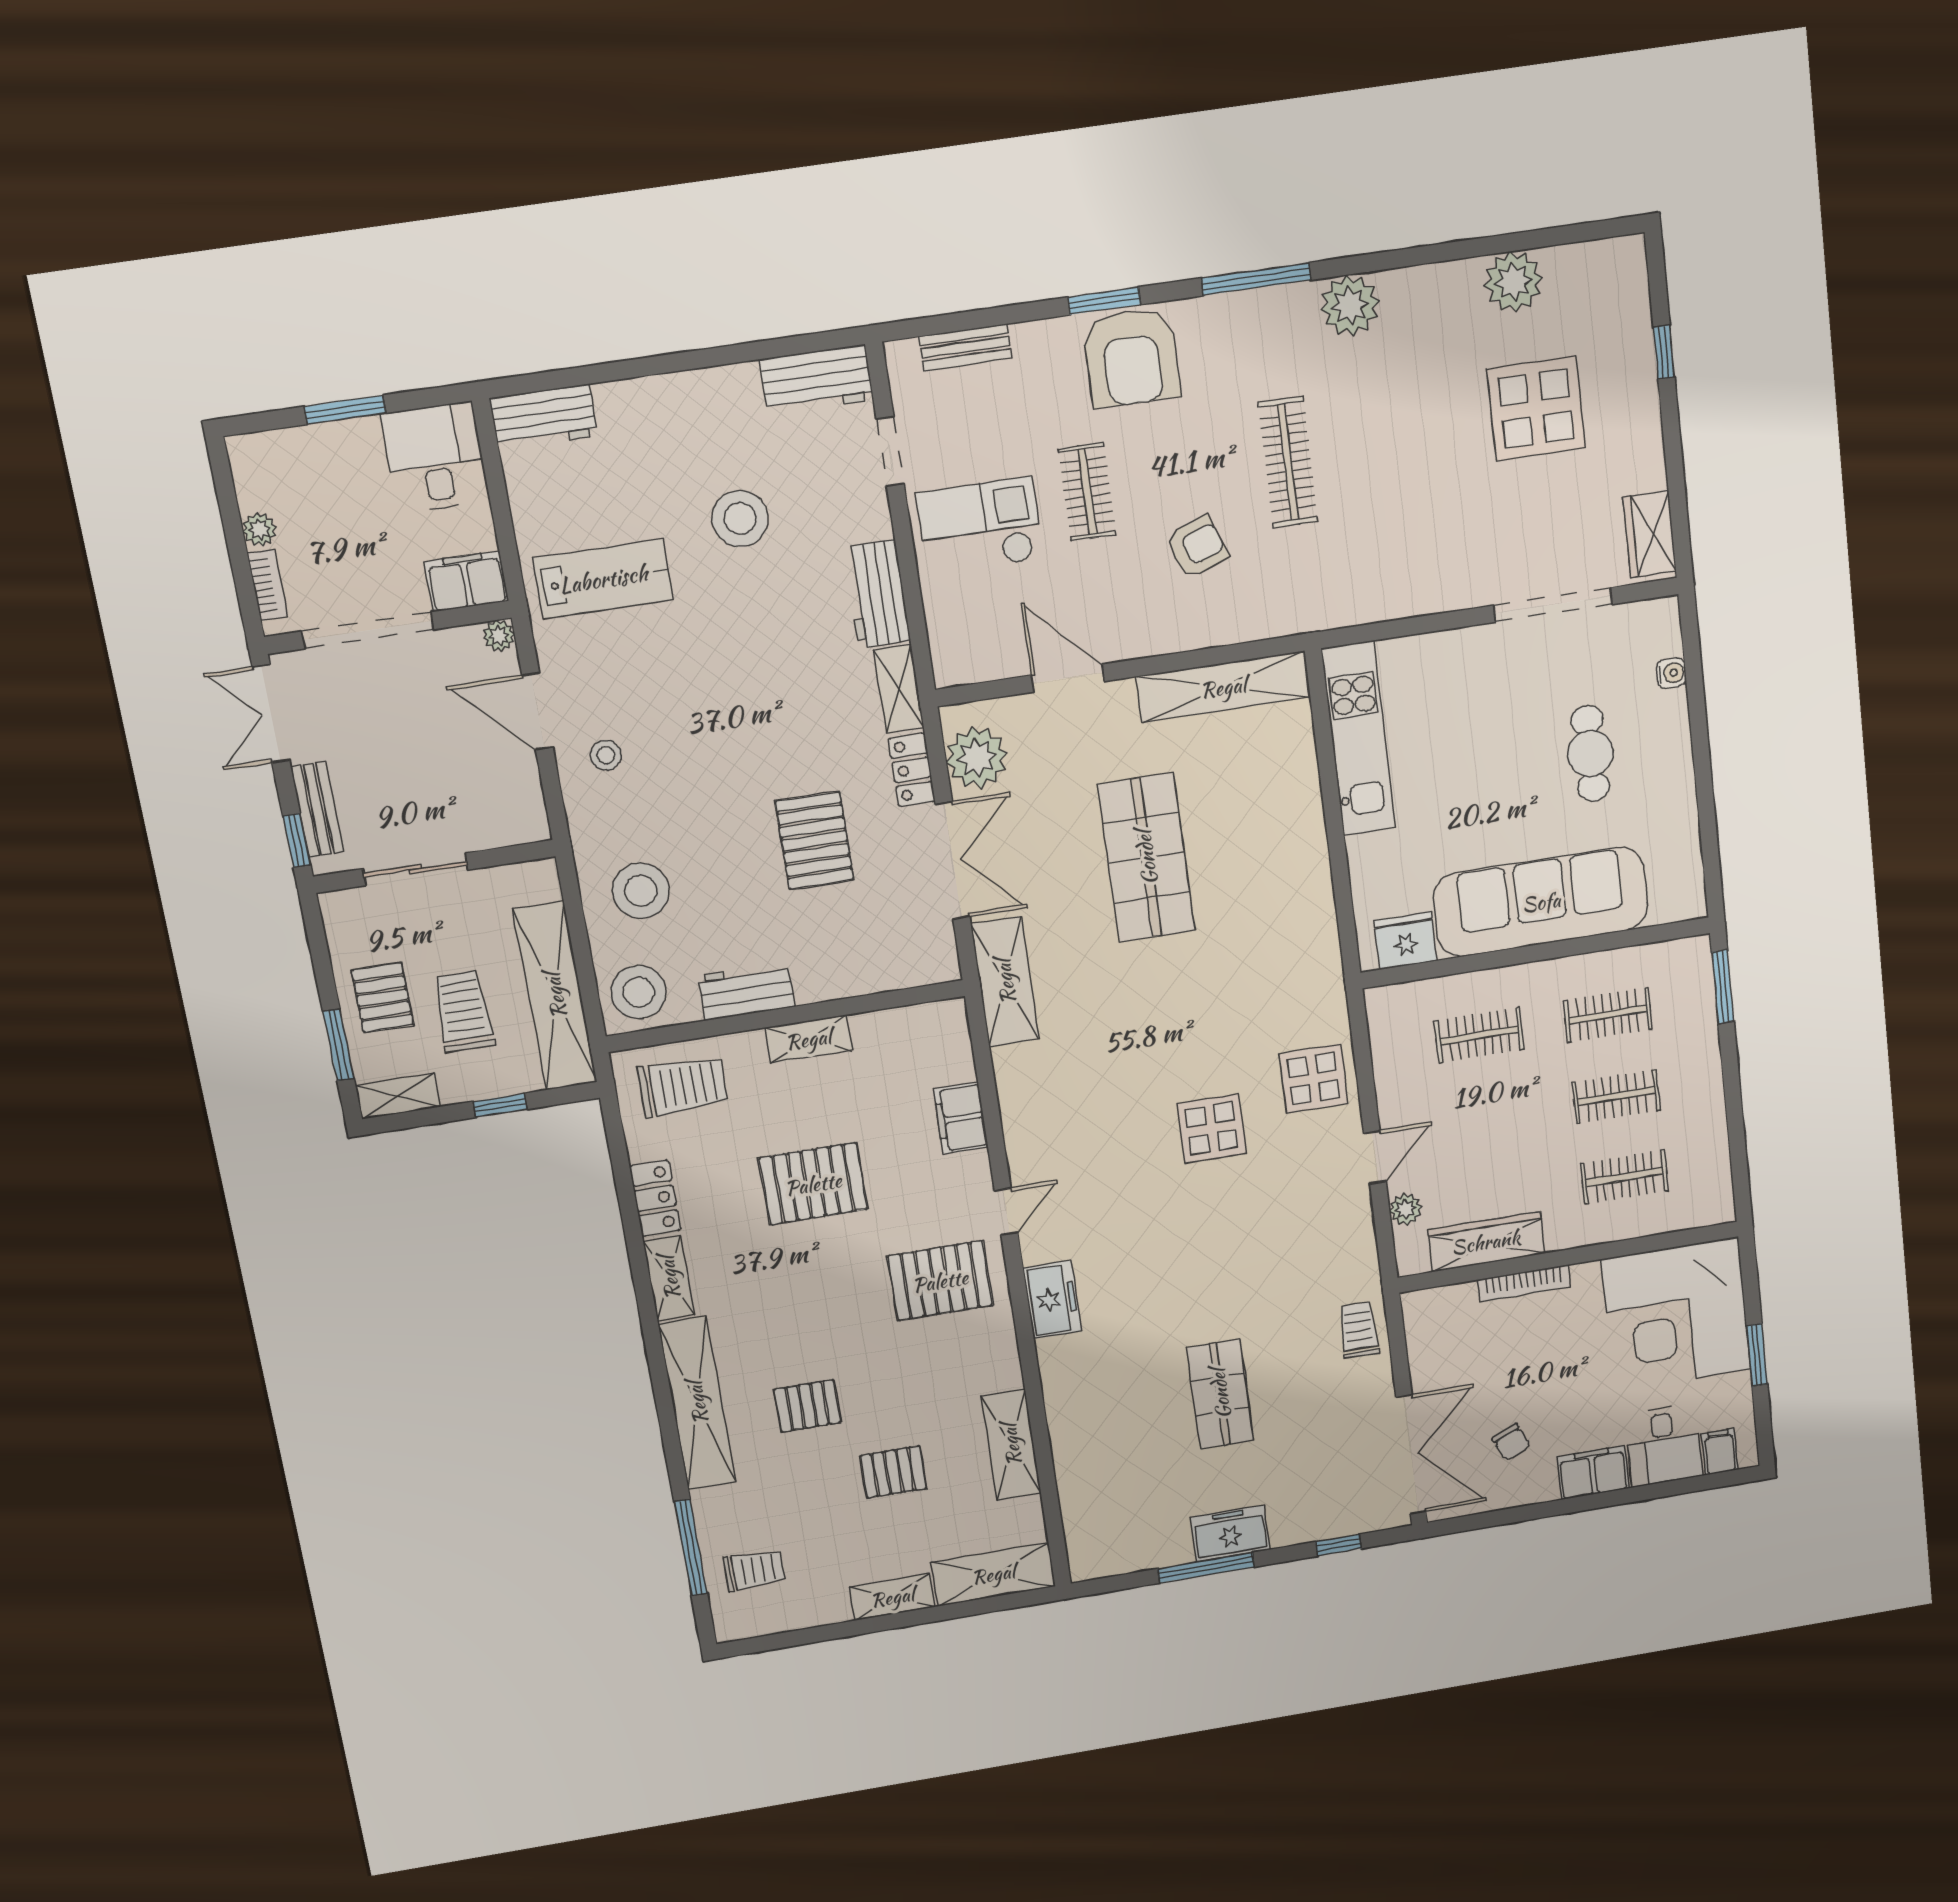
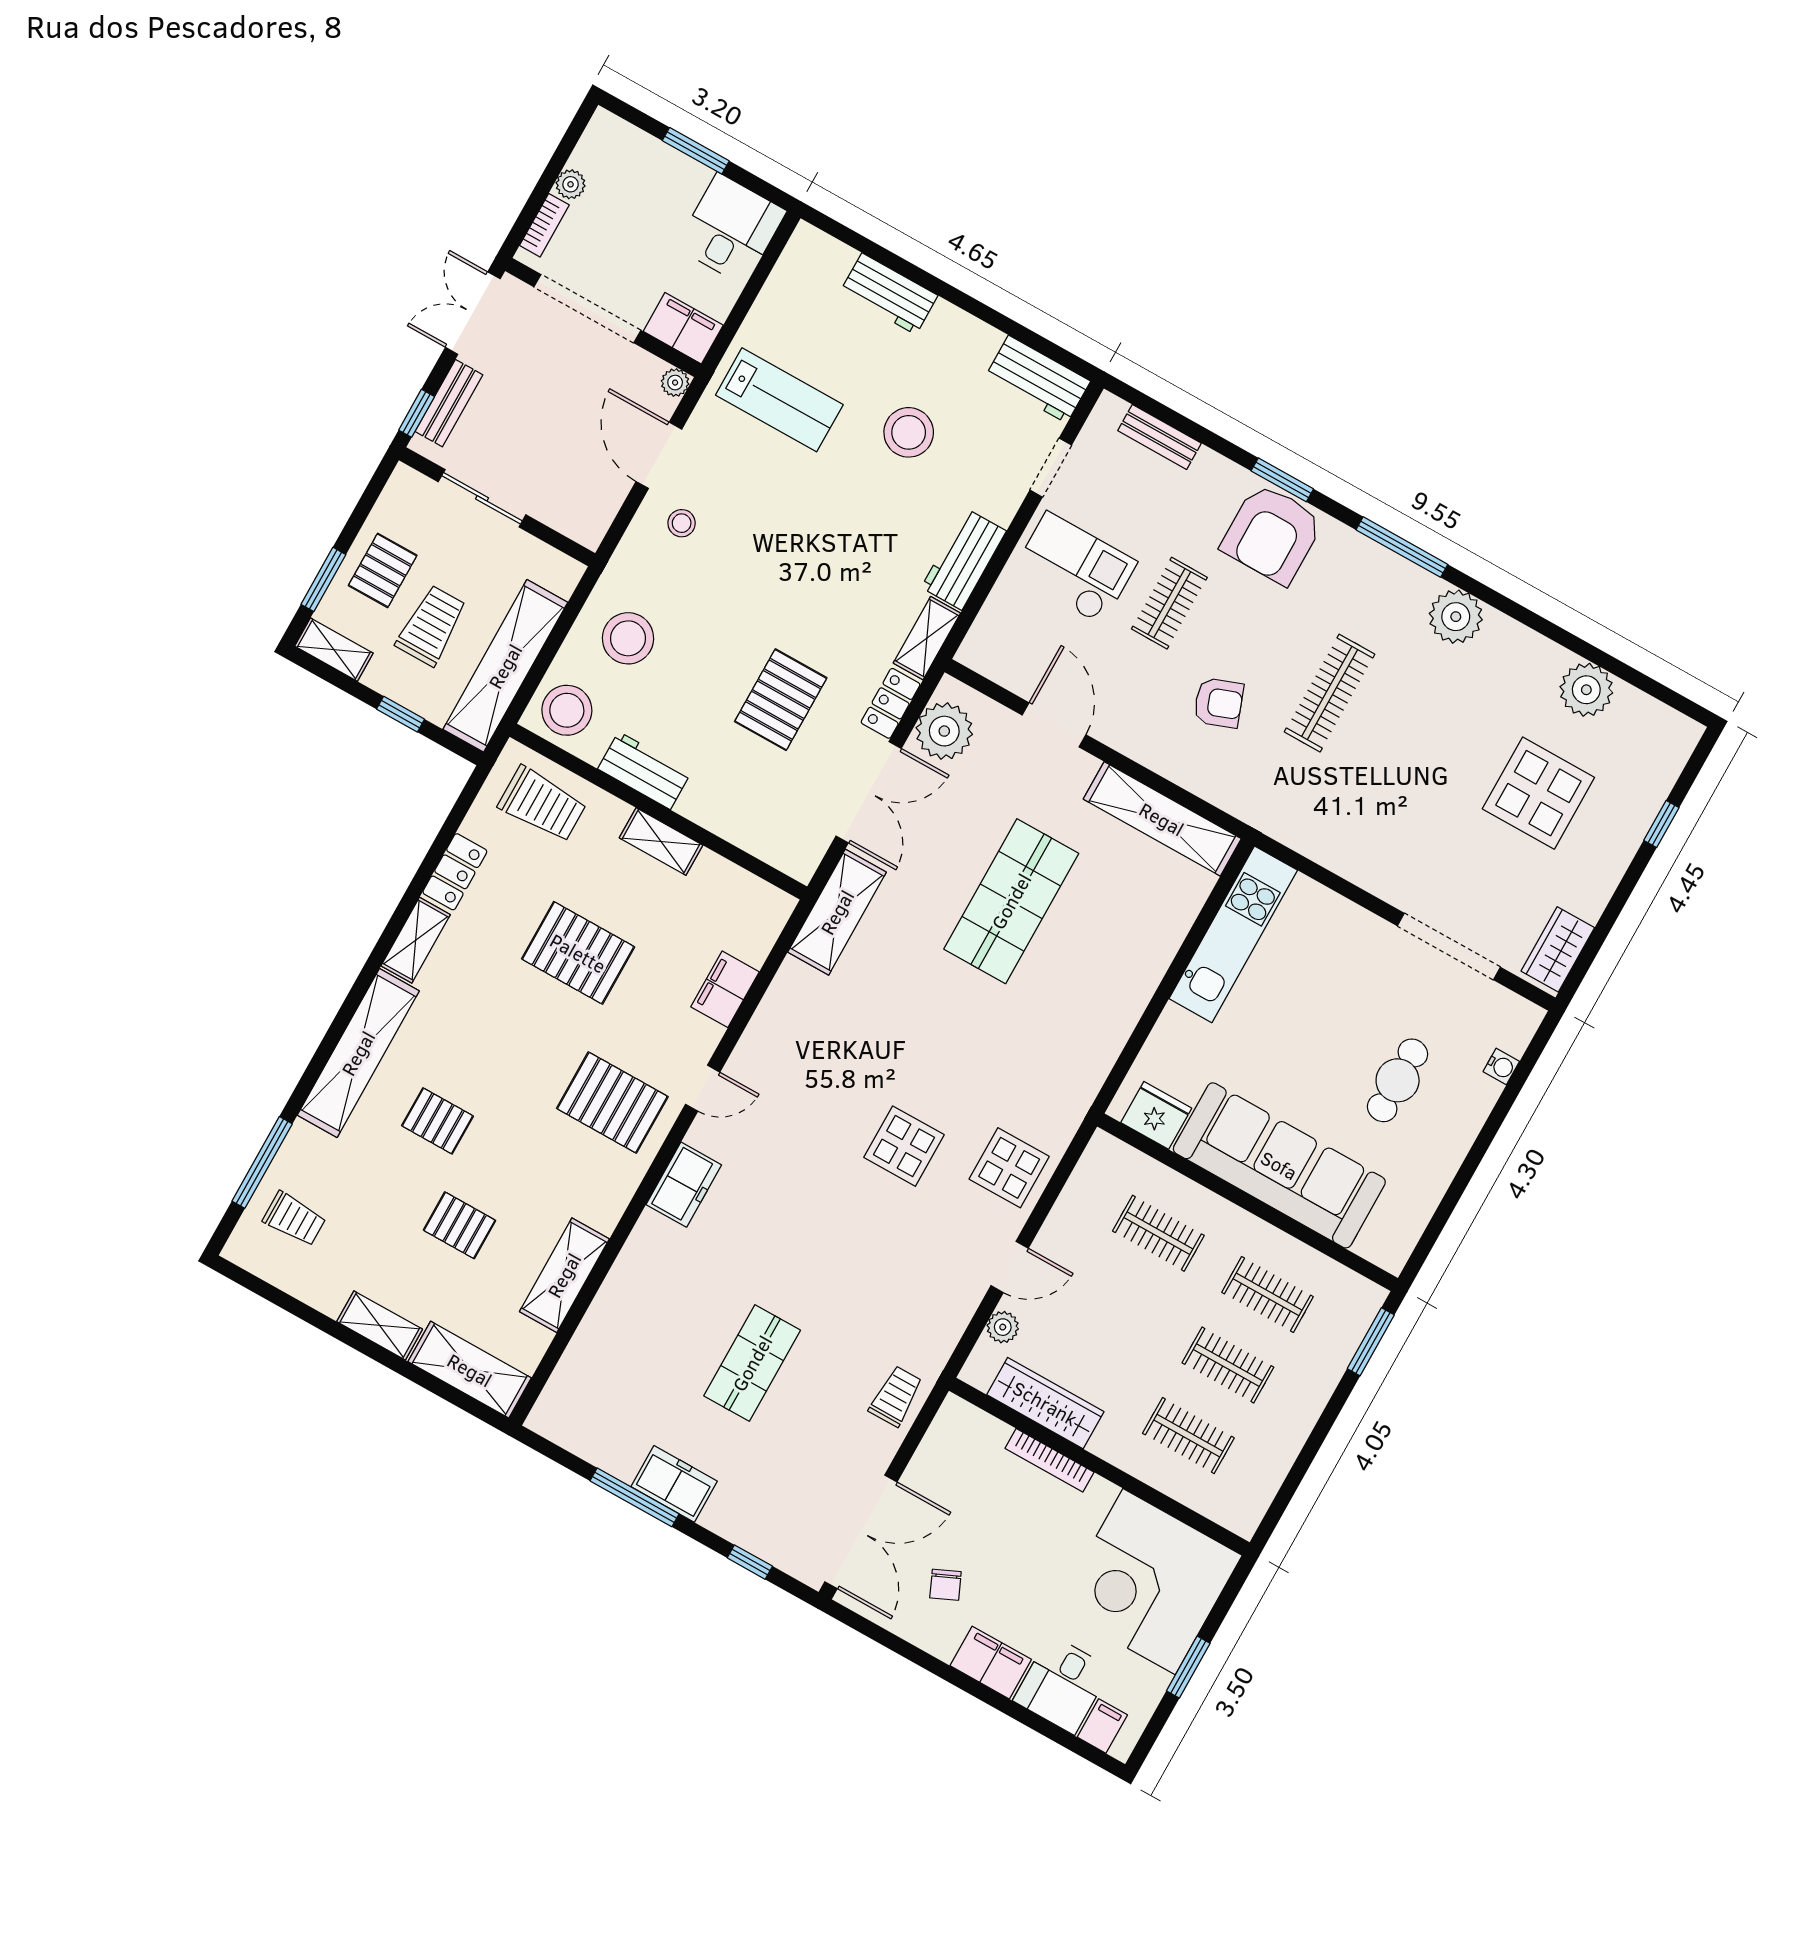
workbench: (544, 417) -> (889, 294), moved

